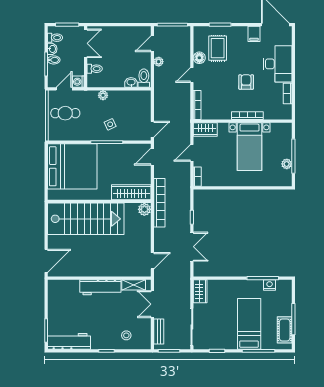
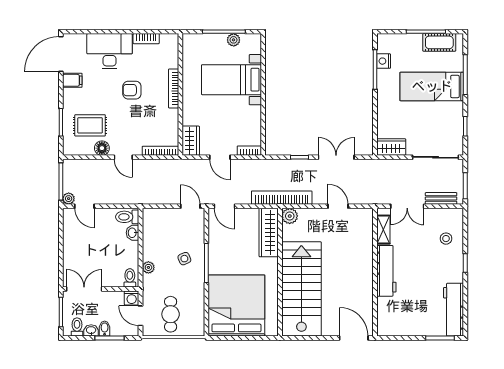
plant: (159, 62) -> (69, 199), moved
toilet: (95, 69) -> (130, 278), moved
bed with nightstands: (249, 147) -> (231, 80), moved, turned 180
door: (152, 261) -> (338, 206), moved

